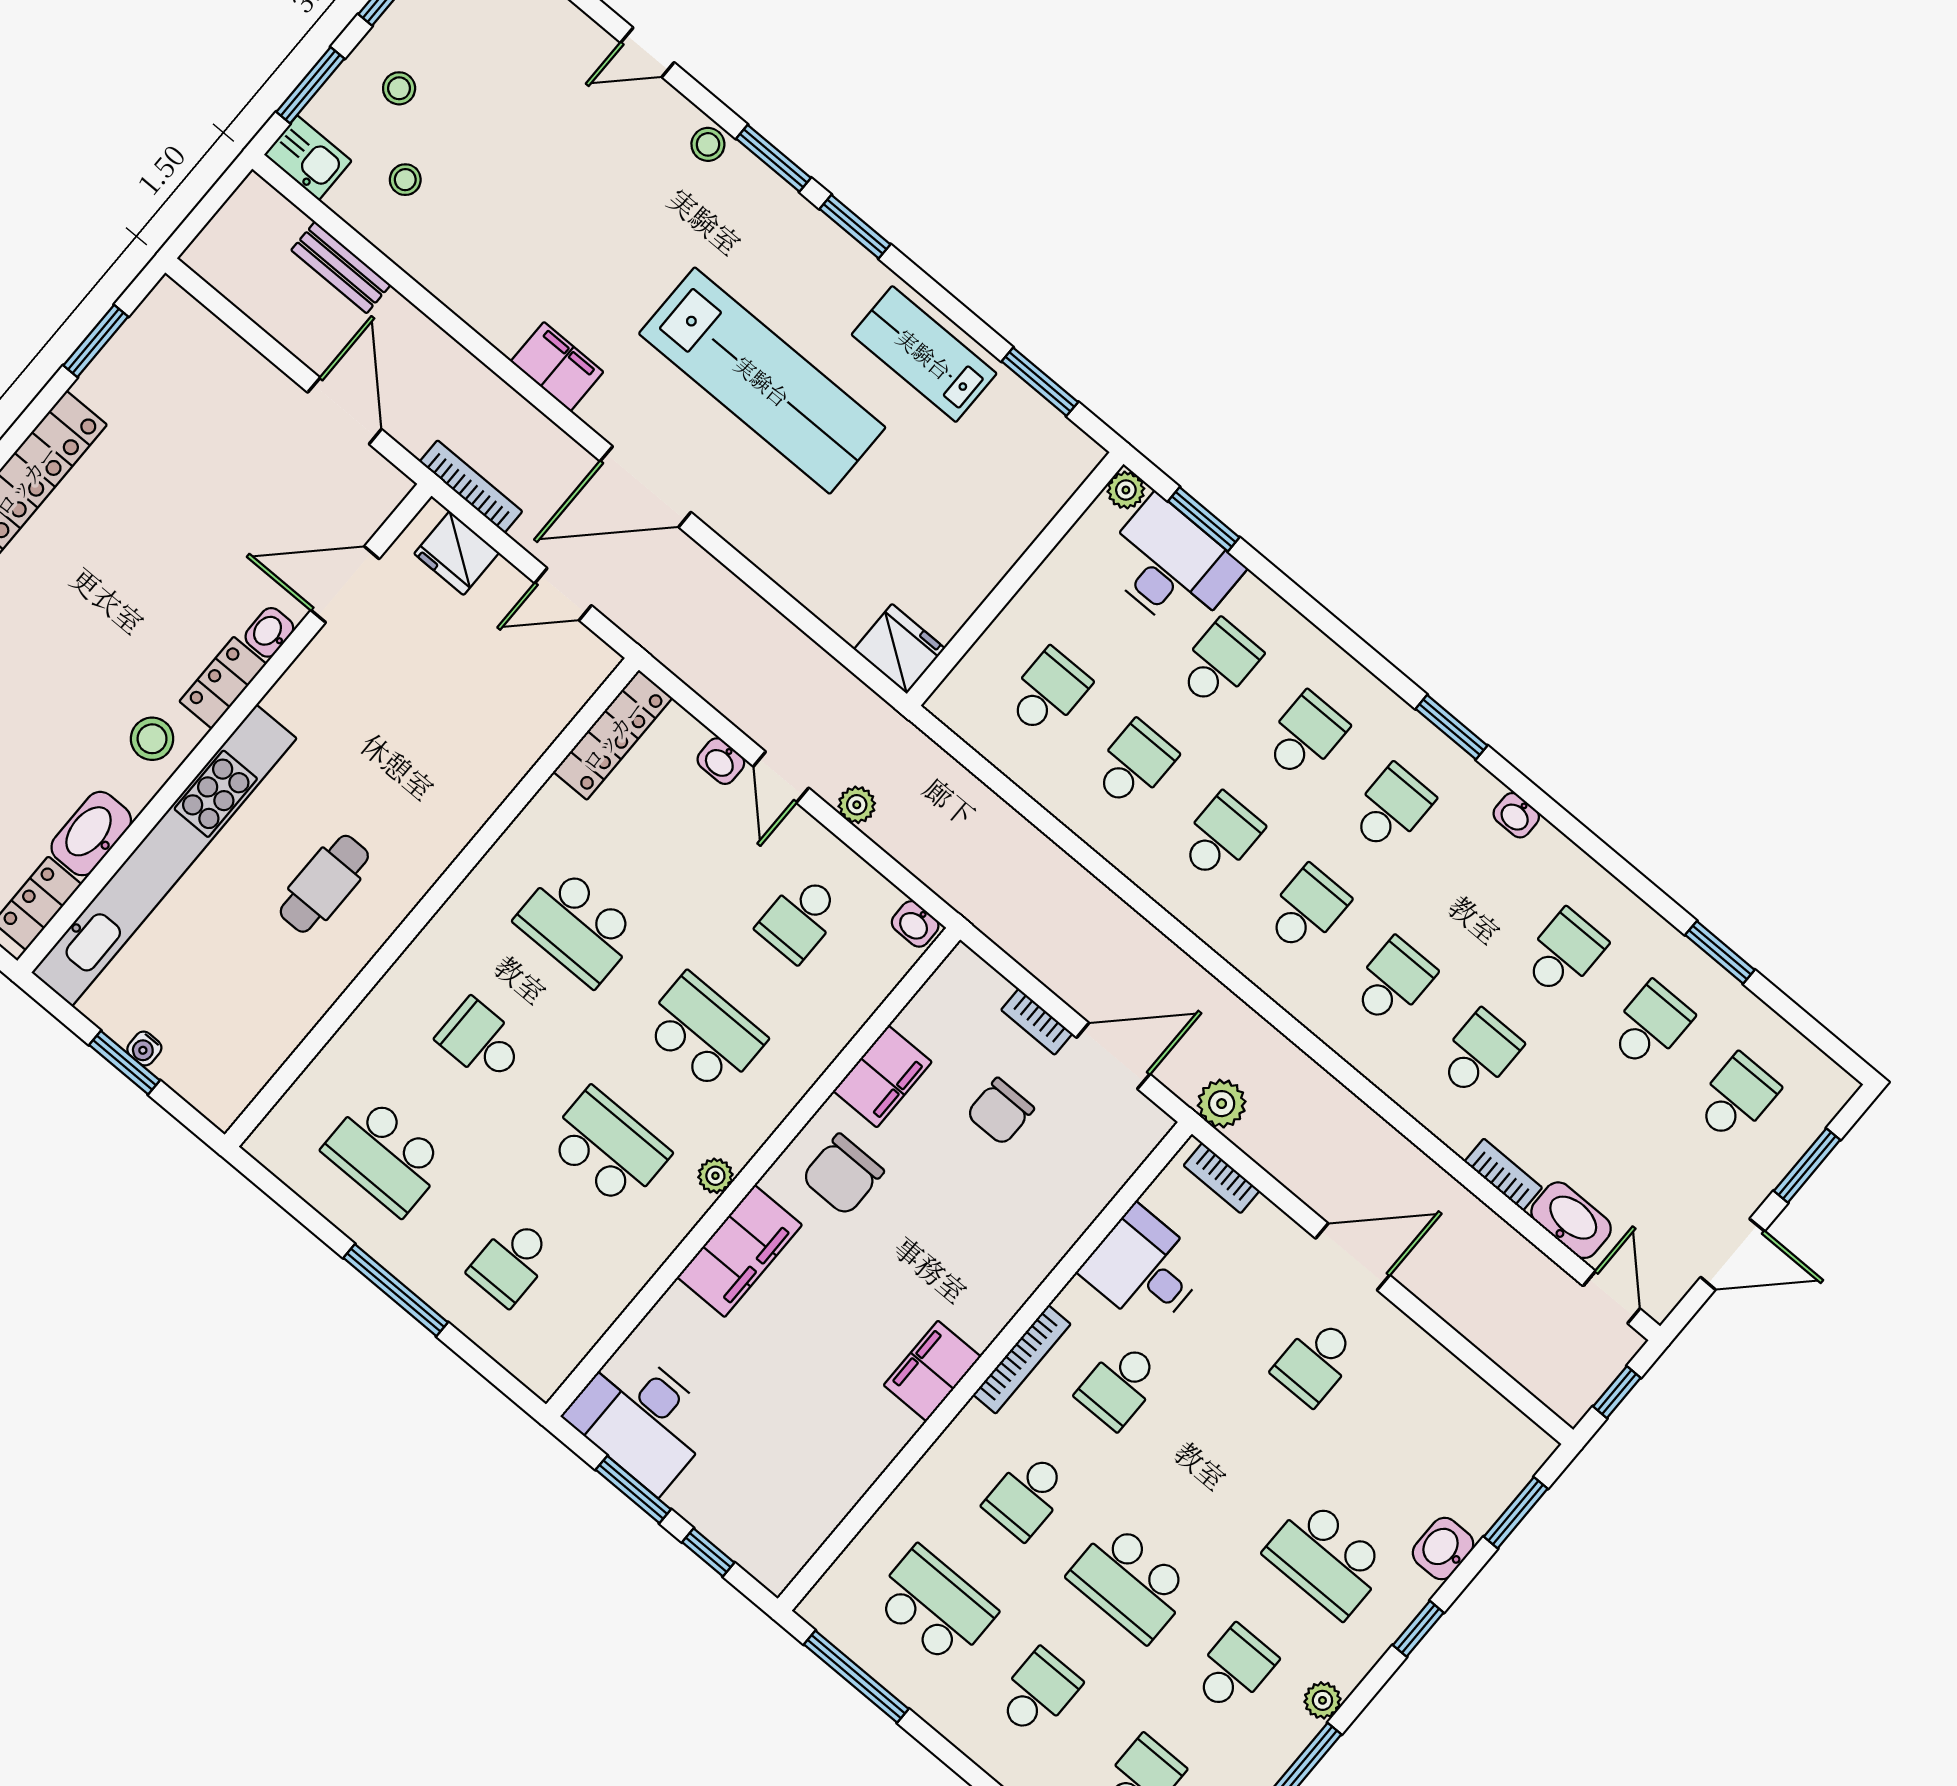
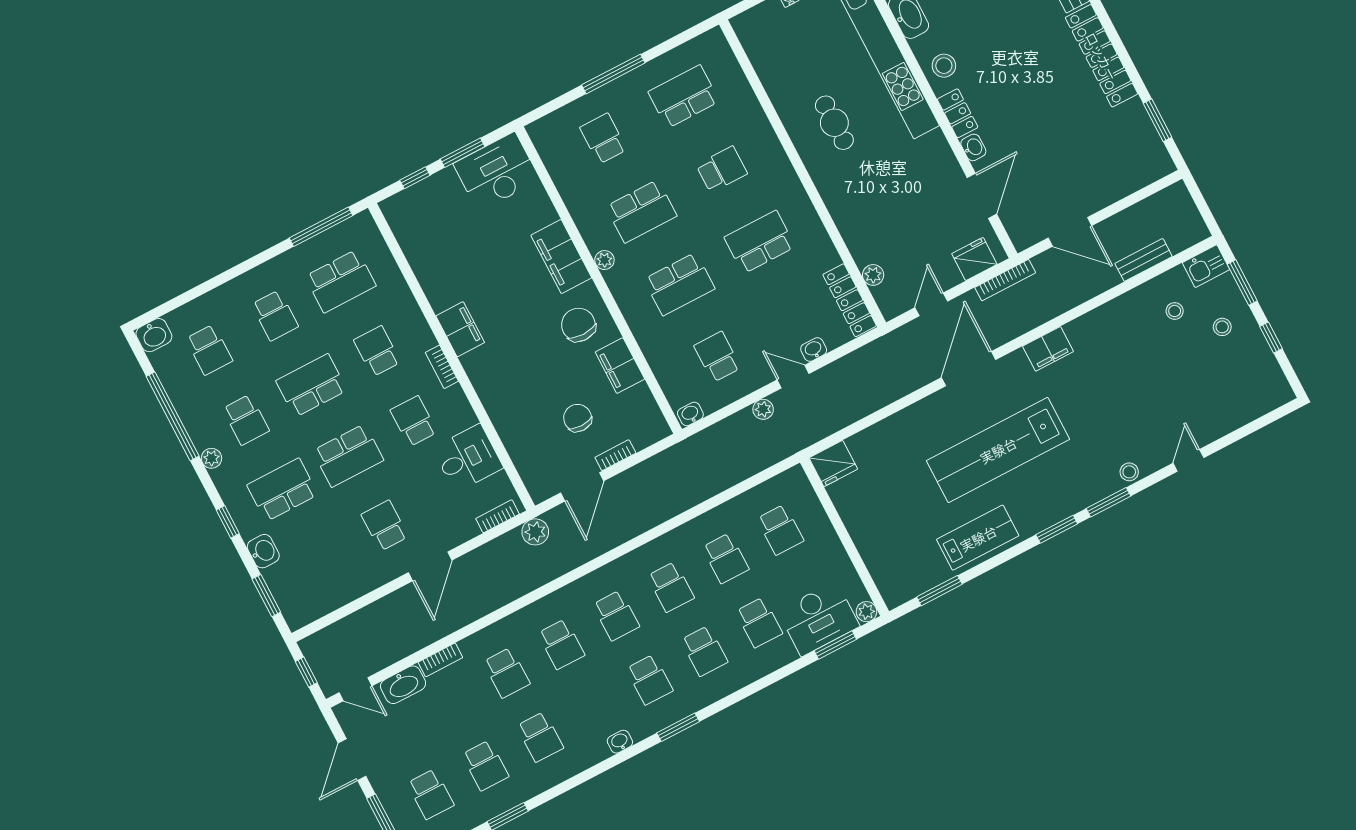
plant: (554, 713) -> (873, 275), added
bookcase: (1022, 1359) -> (442, 367), width x0.64
school desk: (1223, 1472) -> (348, 456), added

